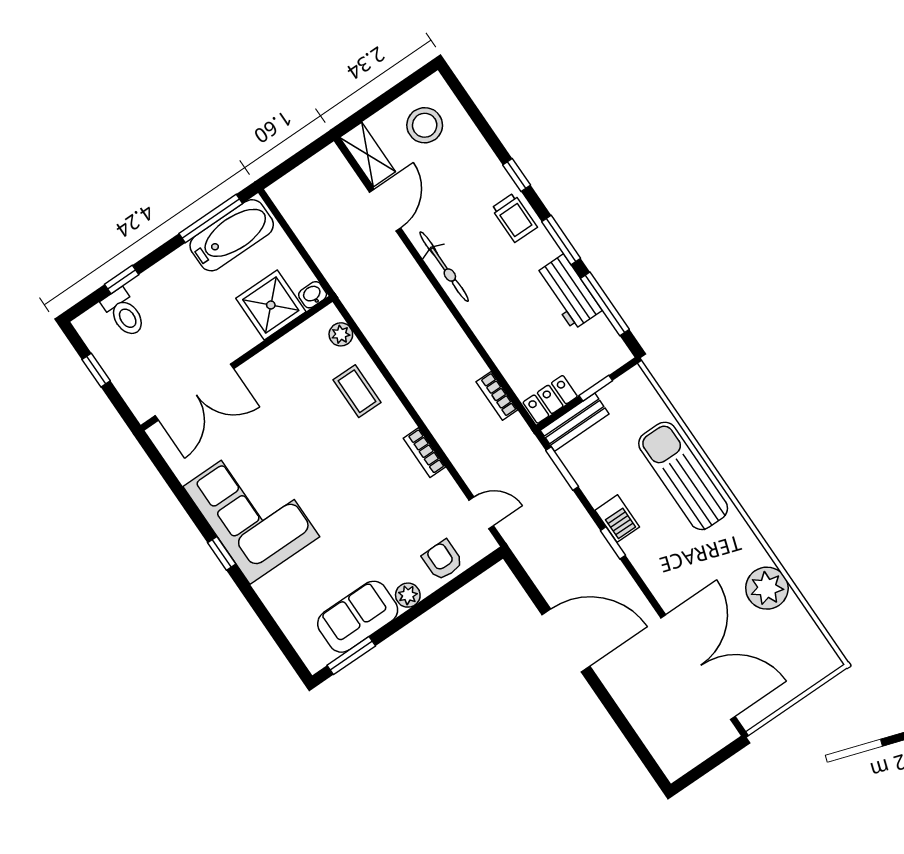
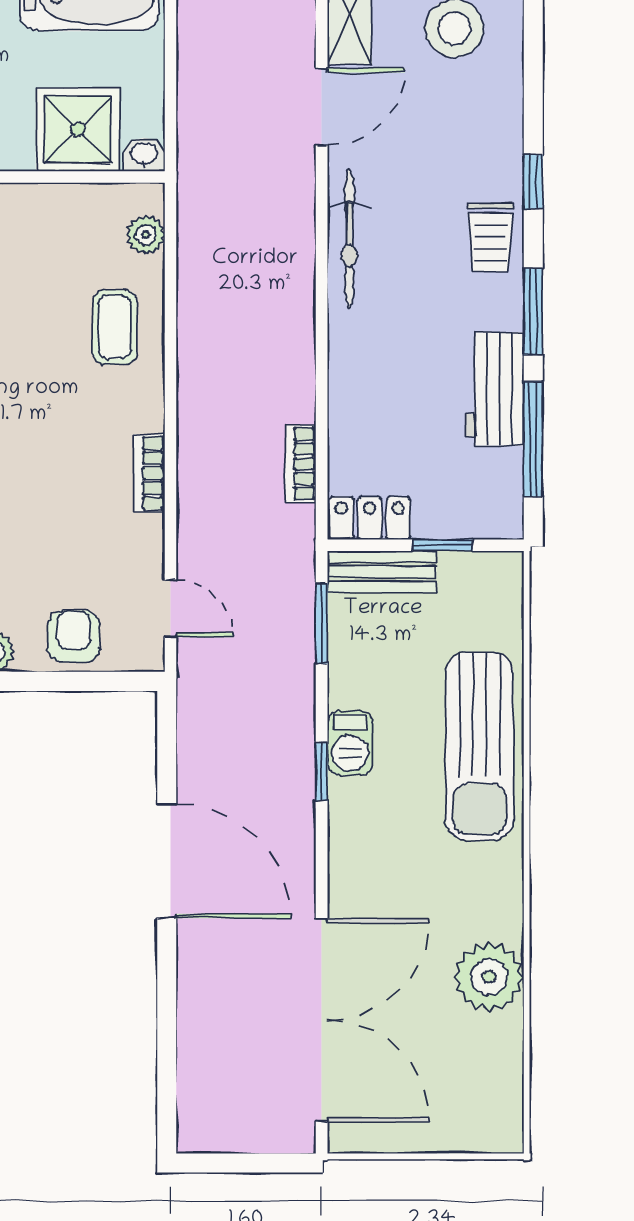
sun lounger: (683, 476) -> (479, 746), turned 180

